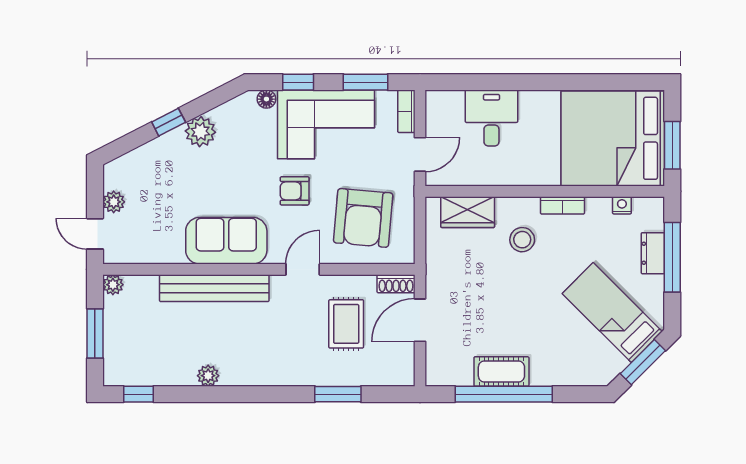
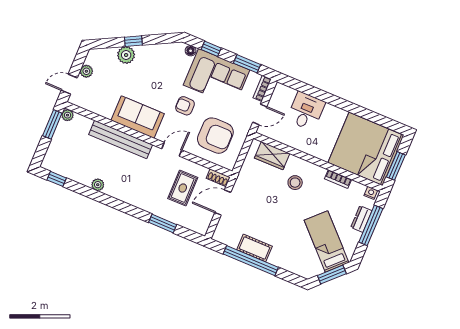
plant: (200, 132) -> (126, 55), moved
bookcase: (562, 205) -> (338, 179), moved
nightstand: (622, 205) -> (371, 193), moved
armchair: (363, 218) -> (215, 136), turned -95
door: (95, 234) -> (69, 84), hinge flipped
window: (95, 333) -> (52, 124), moved

